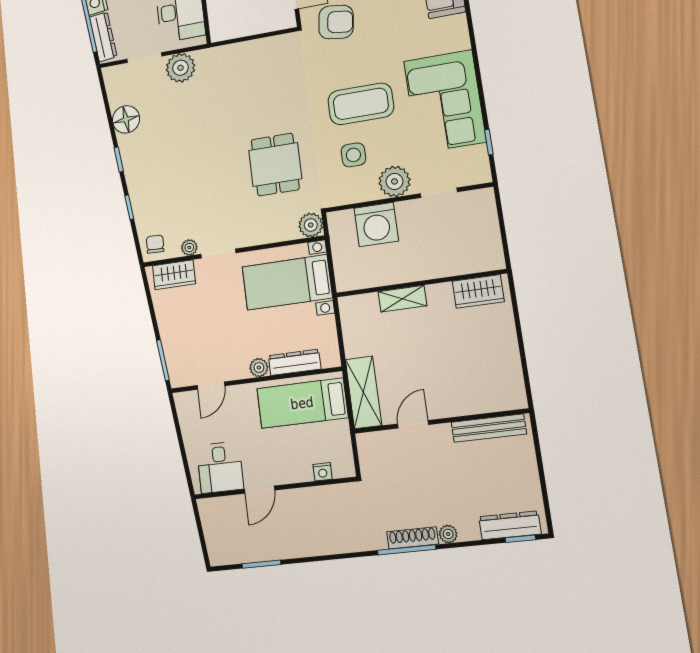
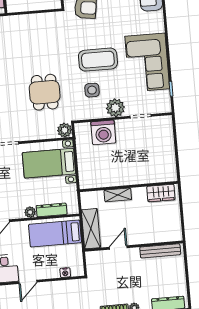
wall: (421, 283) -> (129, 187), moved
wardrobe: (478, 291) -> (161, 193), moved
shelving: (402, 299) -> (118, 195), moved

